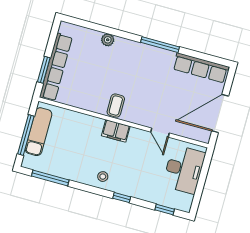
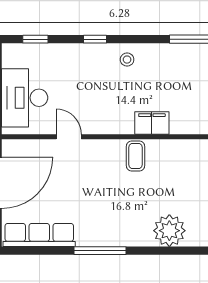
plant: (108, 40) -> (169, 231), width x1.88, depth x1.88
filing cabinet: (116, 131) -> (152, 123), moved

